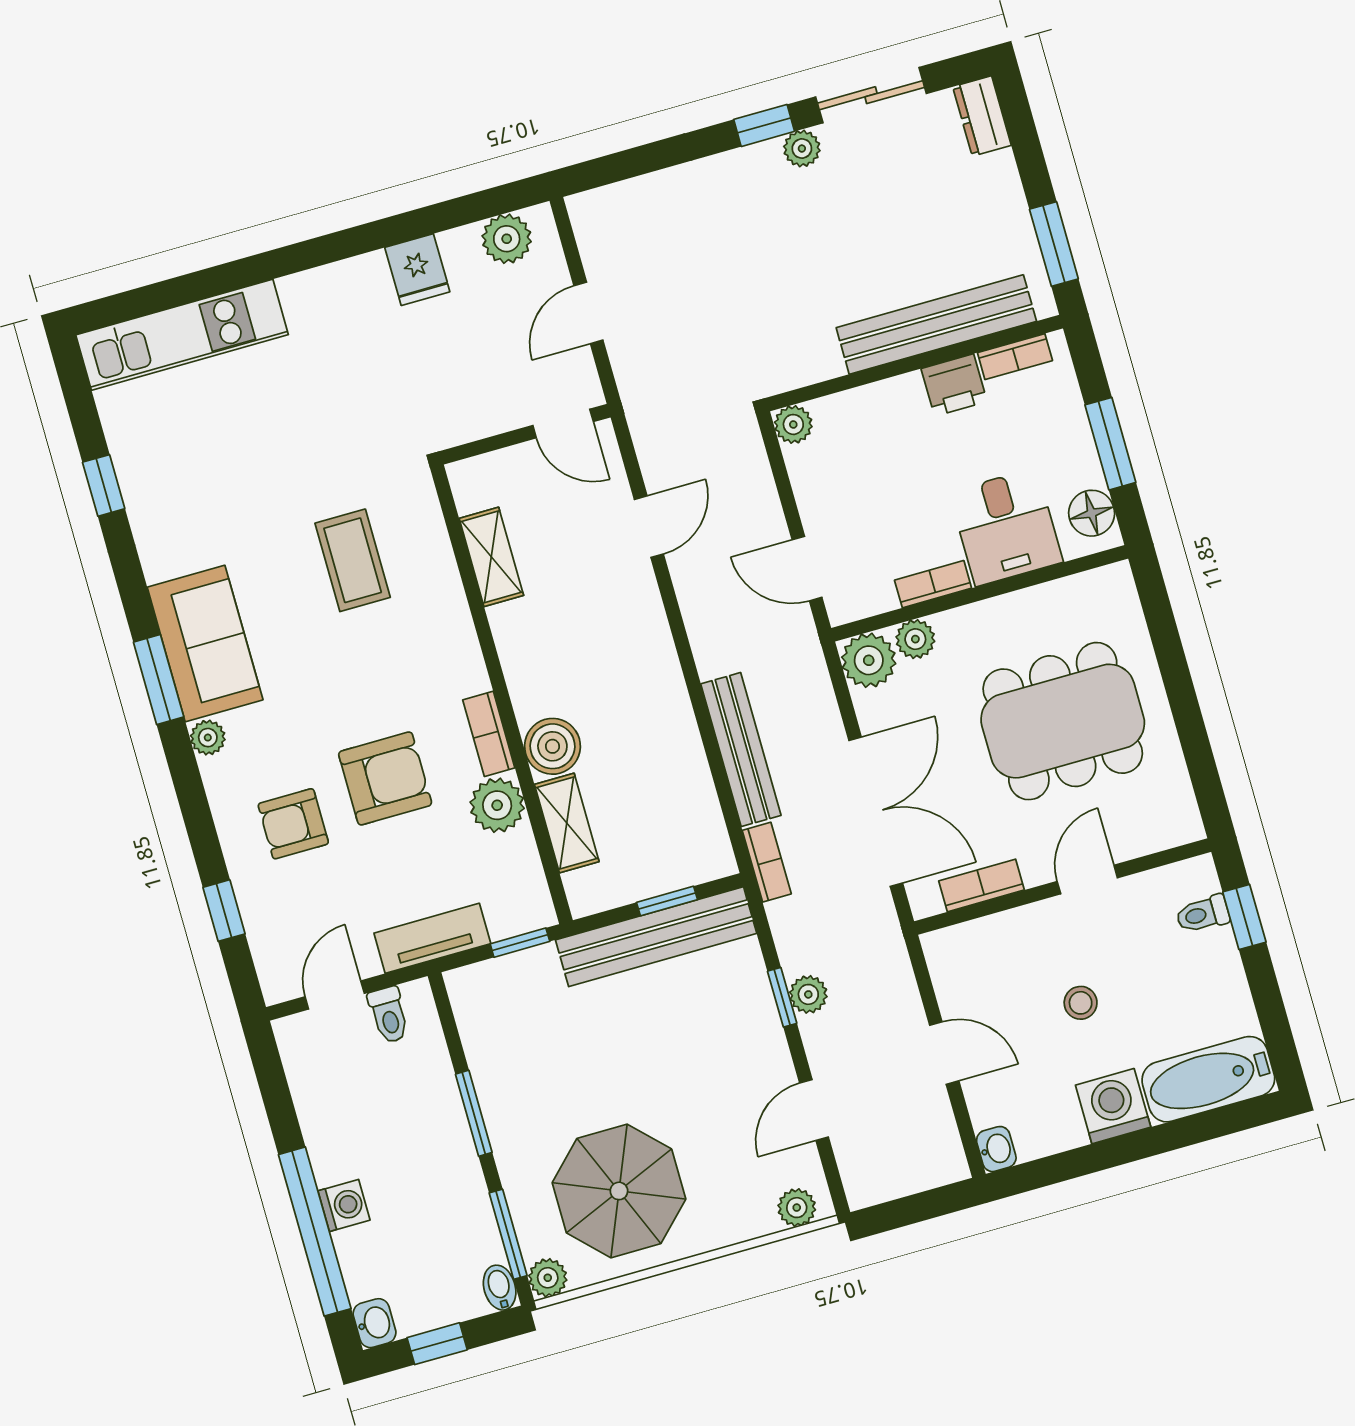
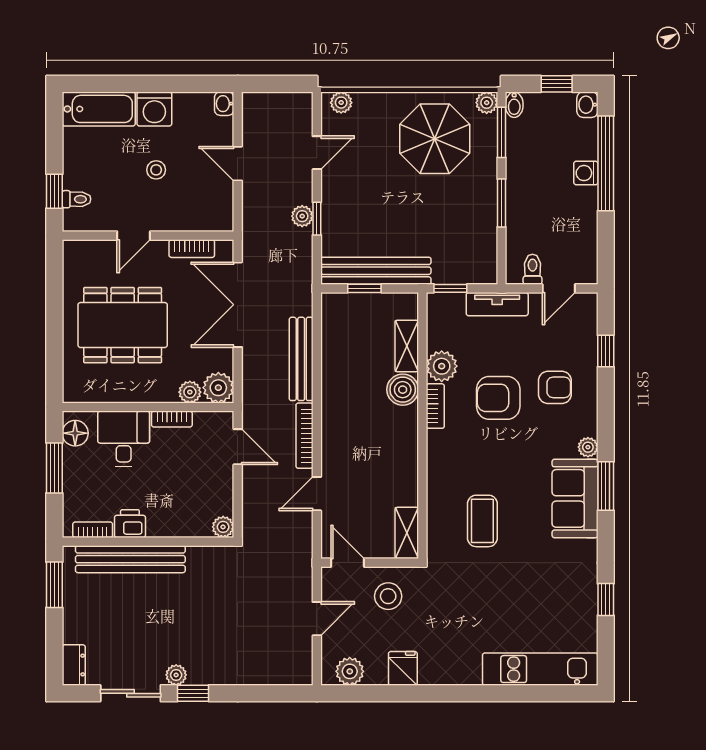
stool: (477, 386) -> (388, 596), added
shelving: (491, 557) -> (407, 533), moved
bookcase: (767, 862) -> (304, 436), moved, width x1.56

